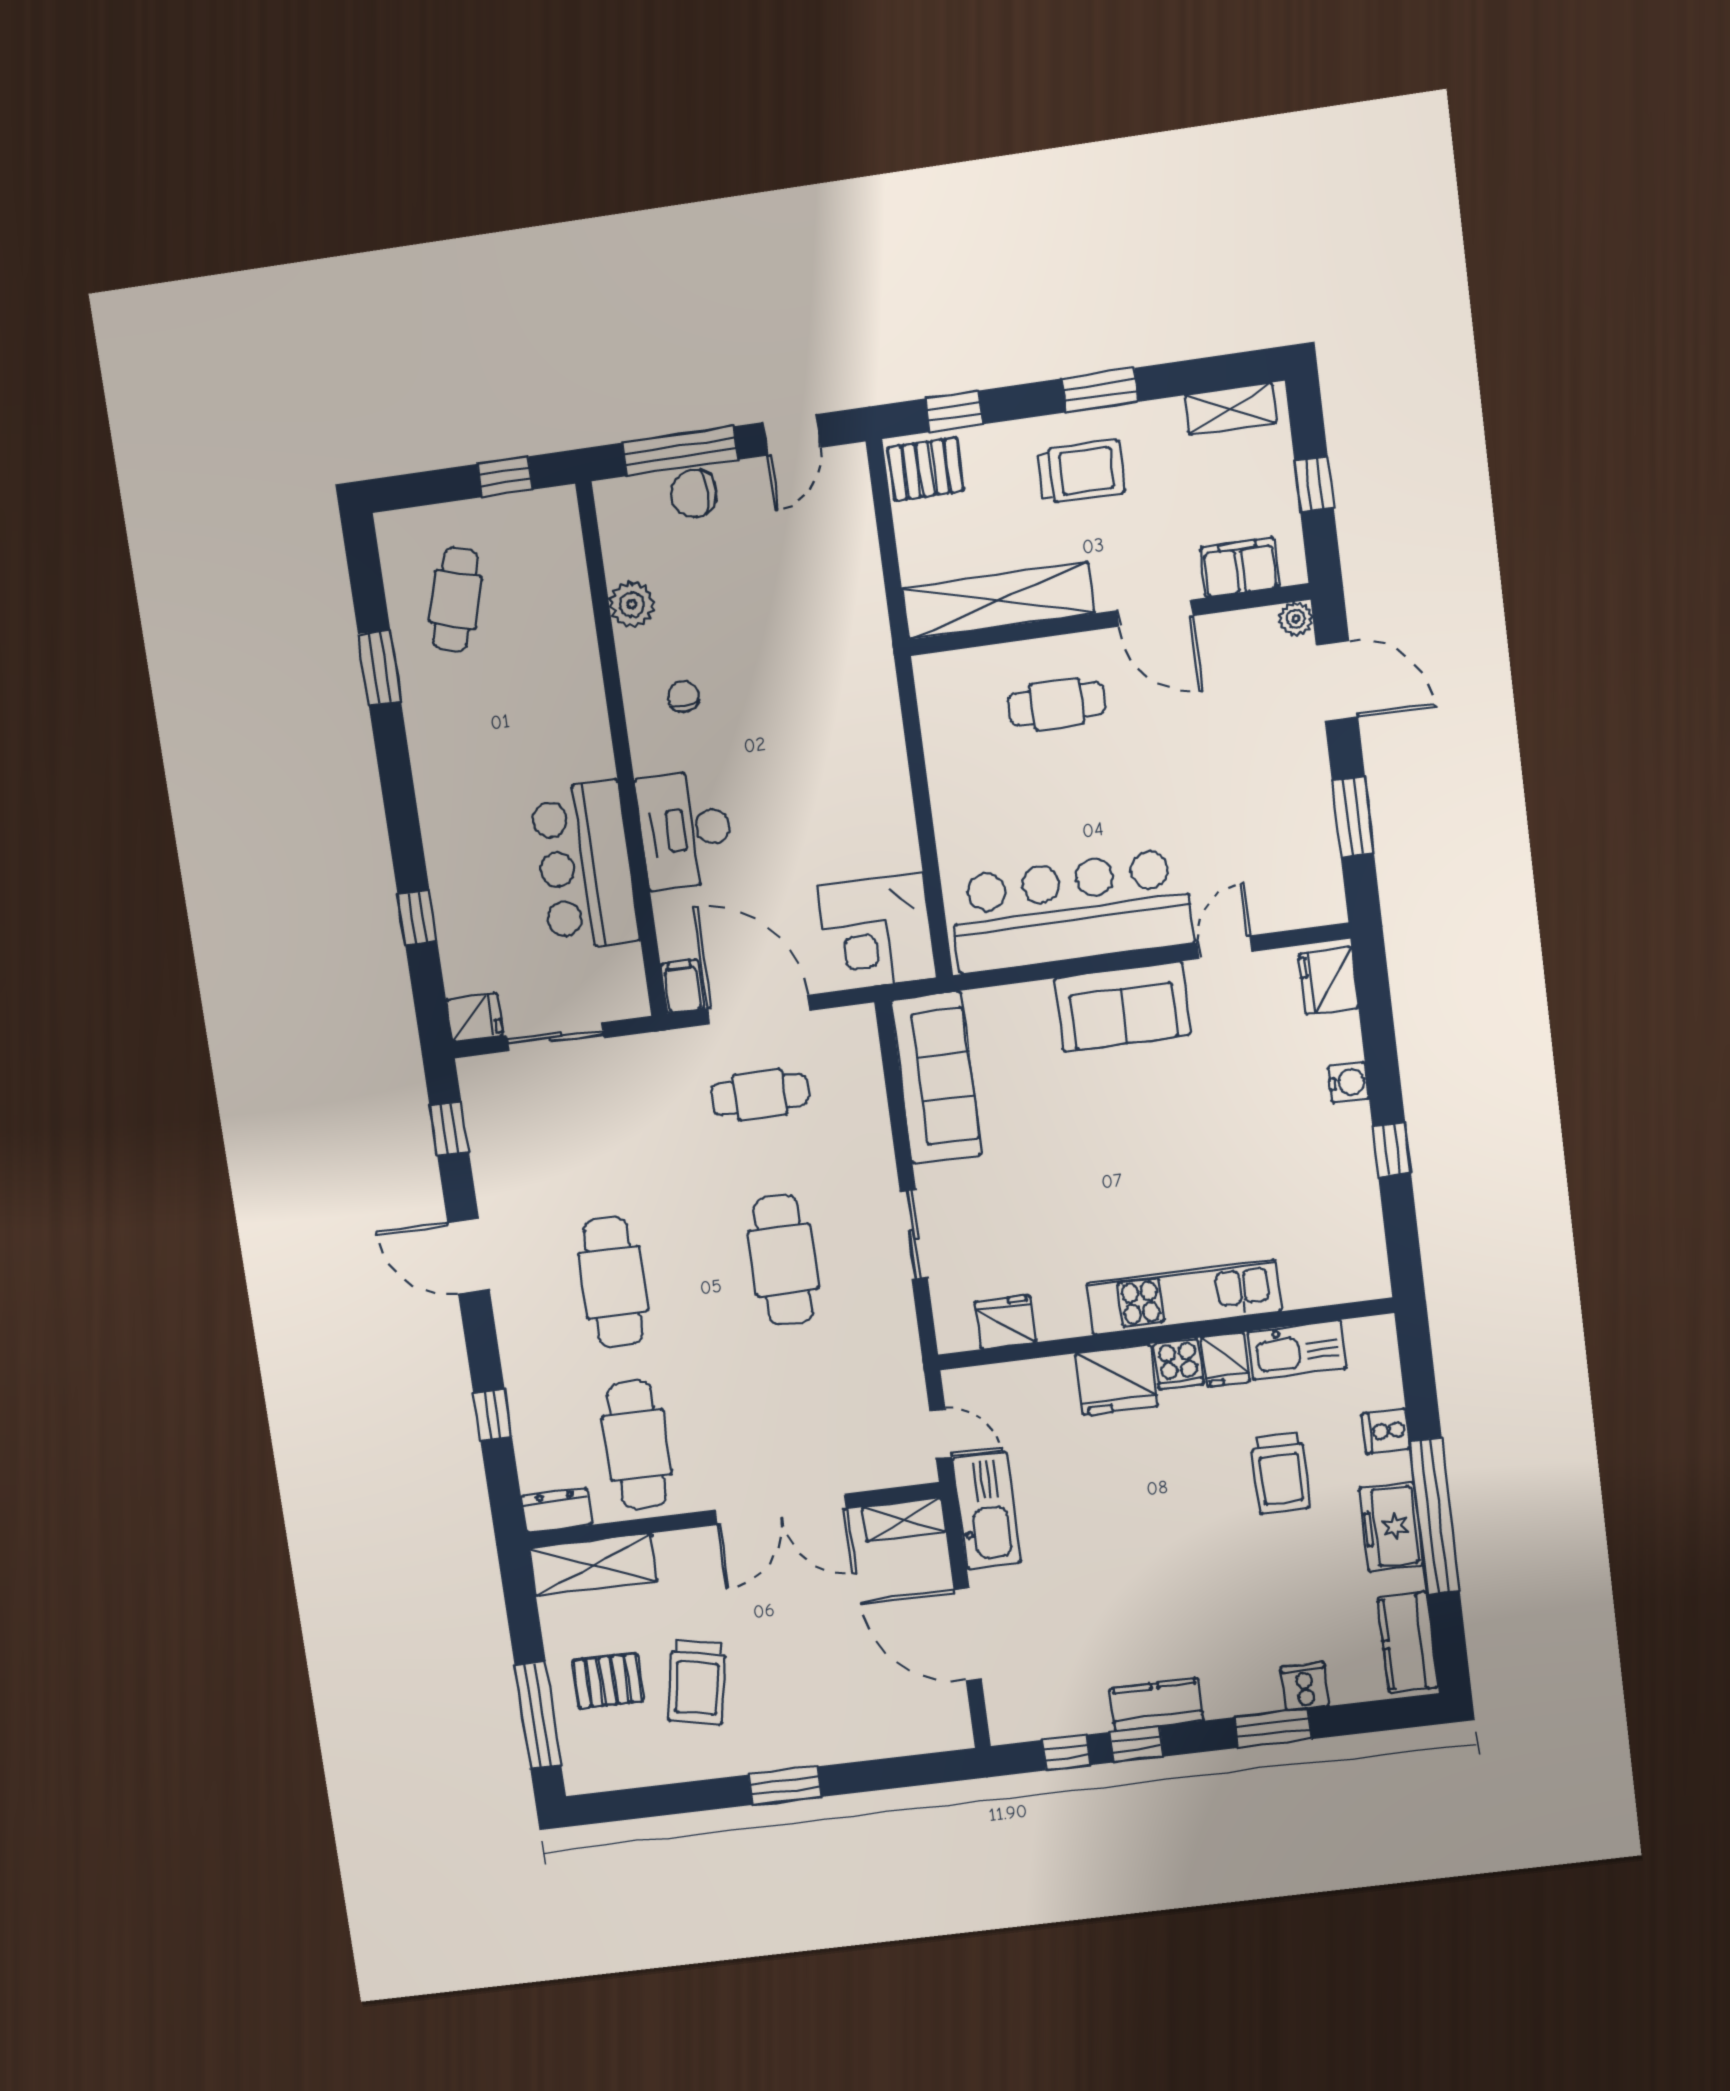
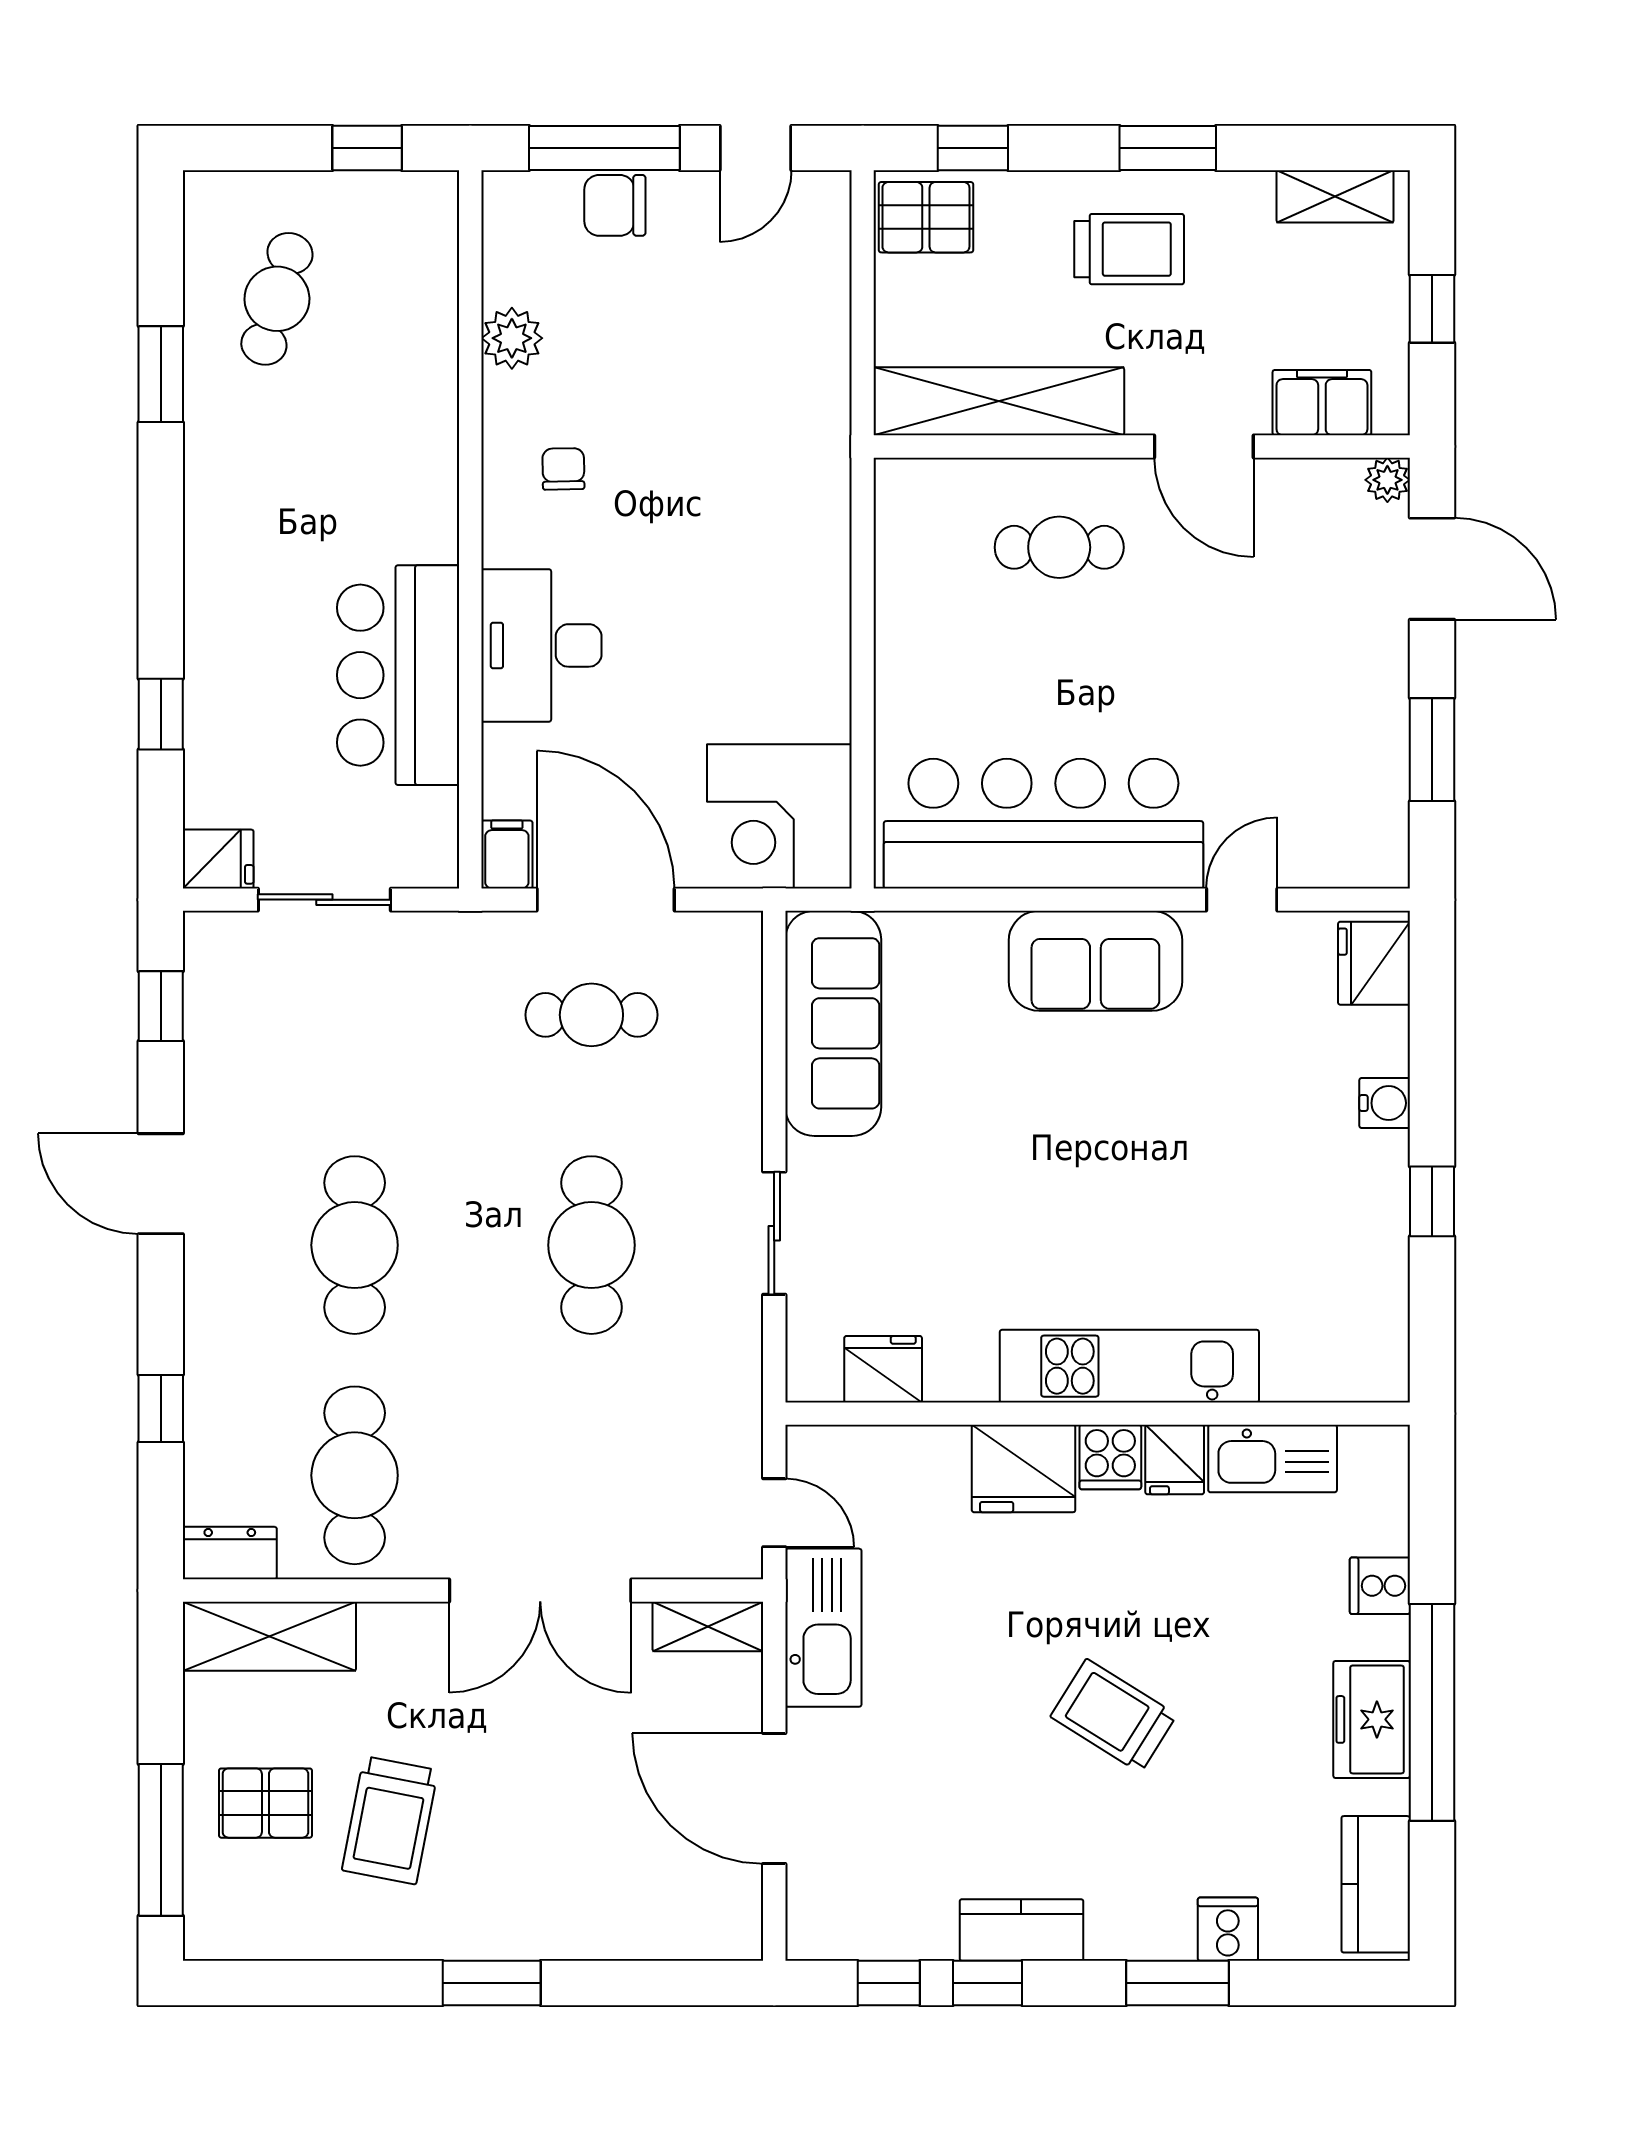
trolley: (1281, 1473) -> (1114, 1716), moved, turned 122

